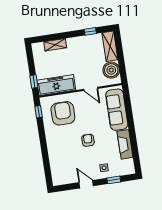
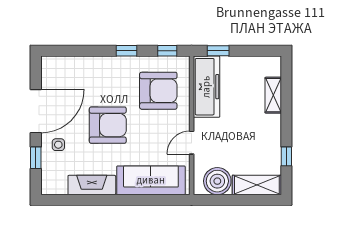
window: (42, 136) -> (126, 51), added
armchair: (88, 140) -> (108, 125), width x1.88, depth x1.88
door: (86, 184) -> (36, 111), width x1.88

